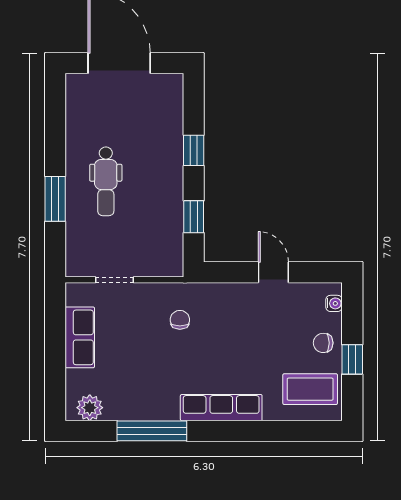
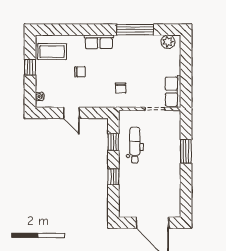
dental chair: (106, 181) -> (135, 145), moved
row of seats: (80, 337) -> (173, 92), moved
chair: (323, 343) -> (80, 72), moved
row of seats: (221, 408) -> (99, 42), width x0.68

